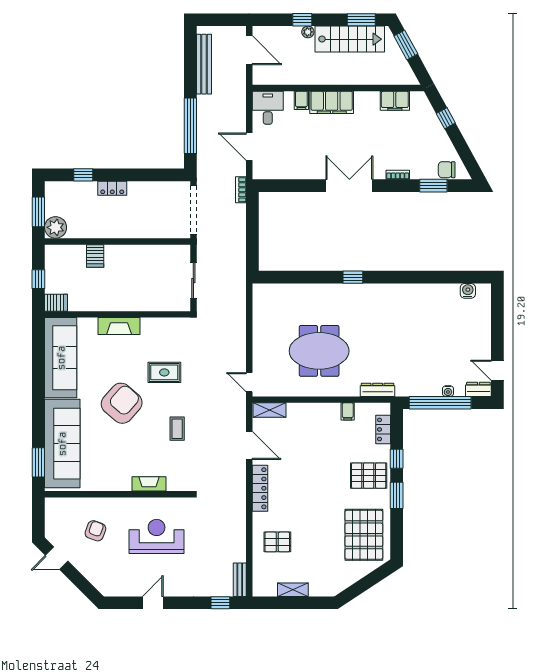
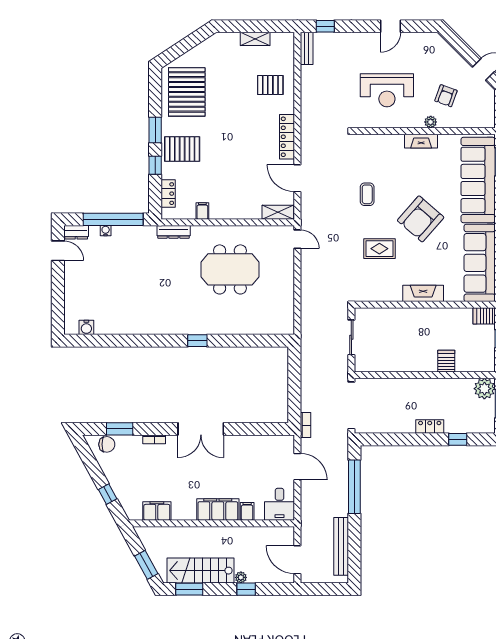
fireplace: (149, 484) -> (421, 141), moved
plant: (111, 504) -> (431, 122), added

